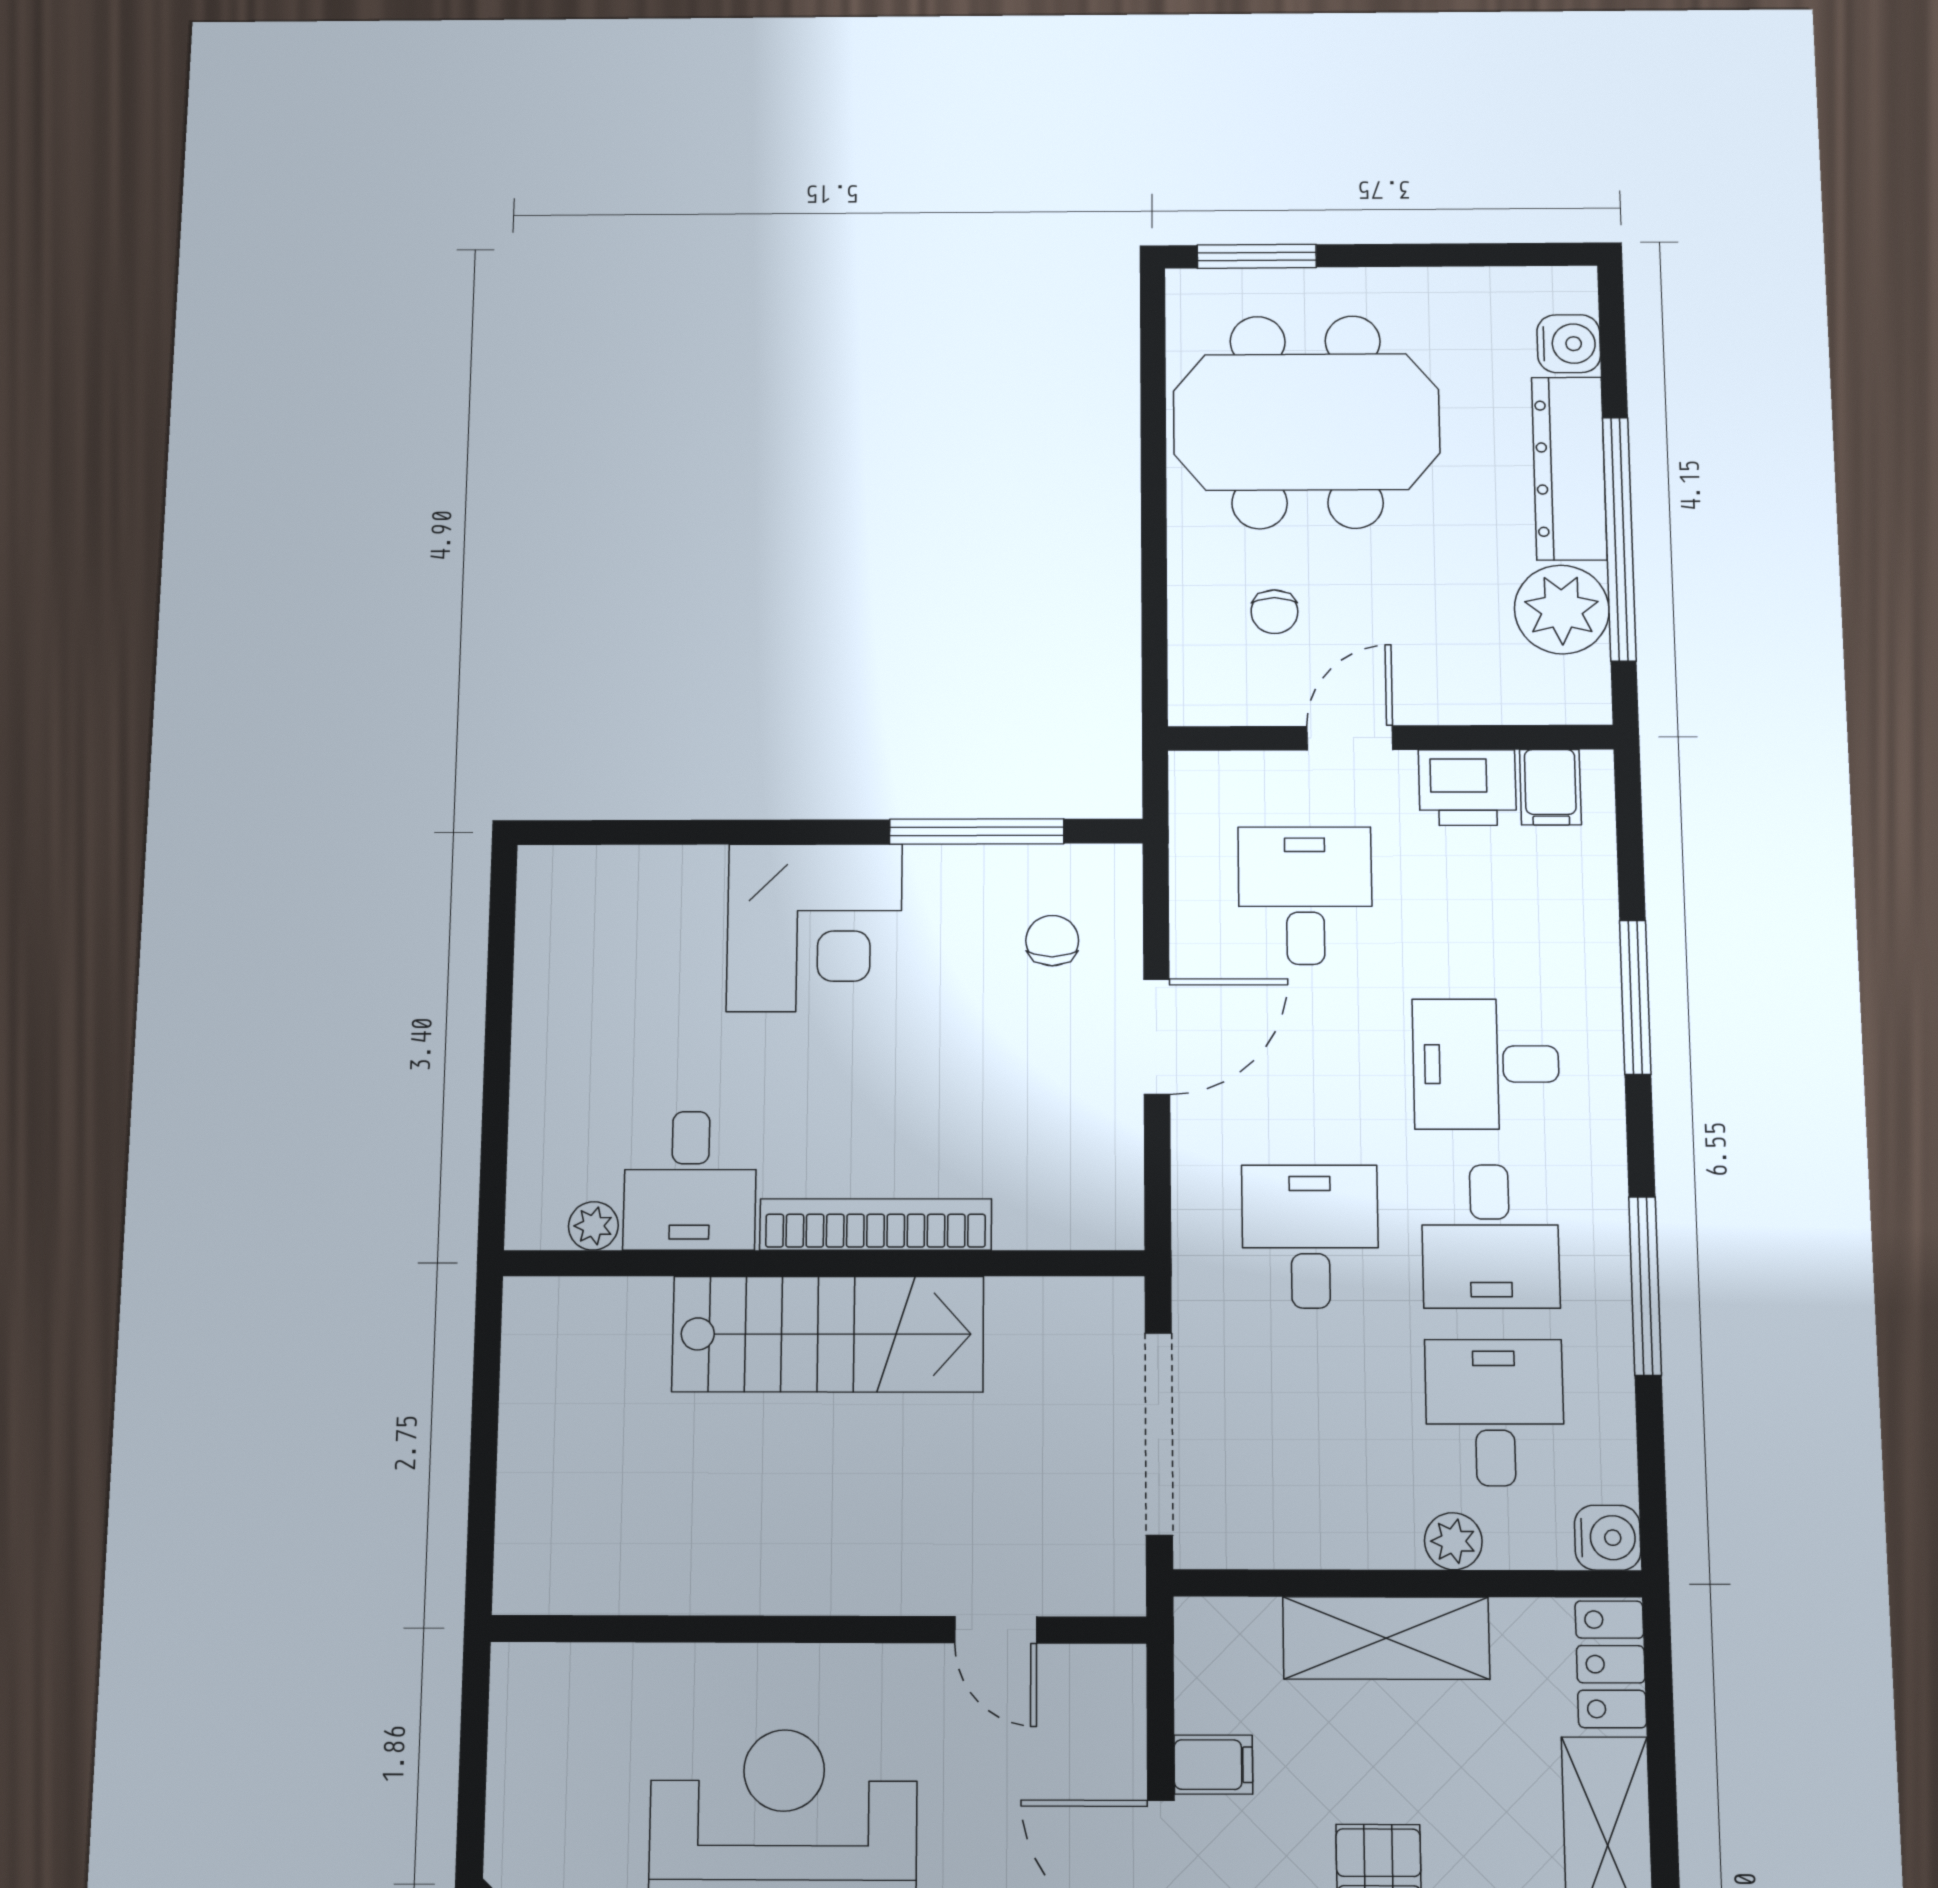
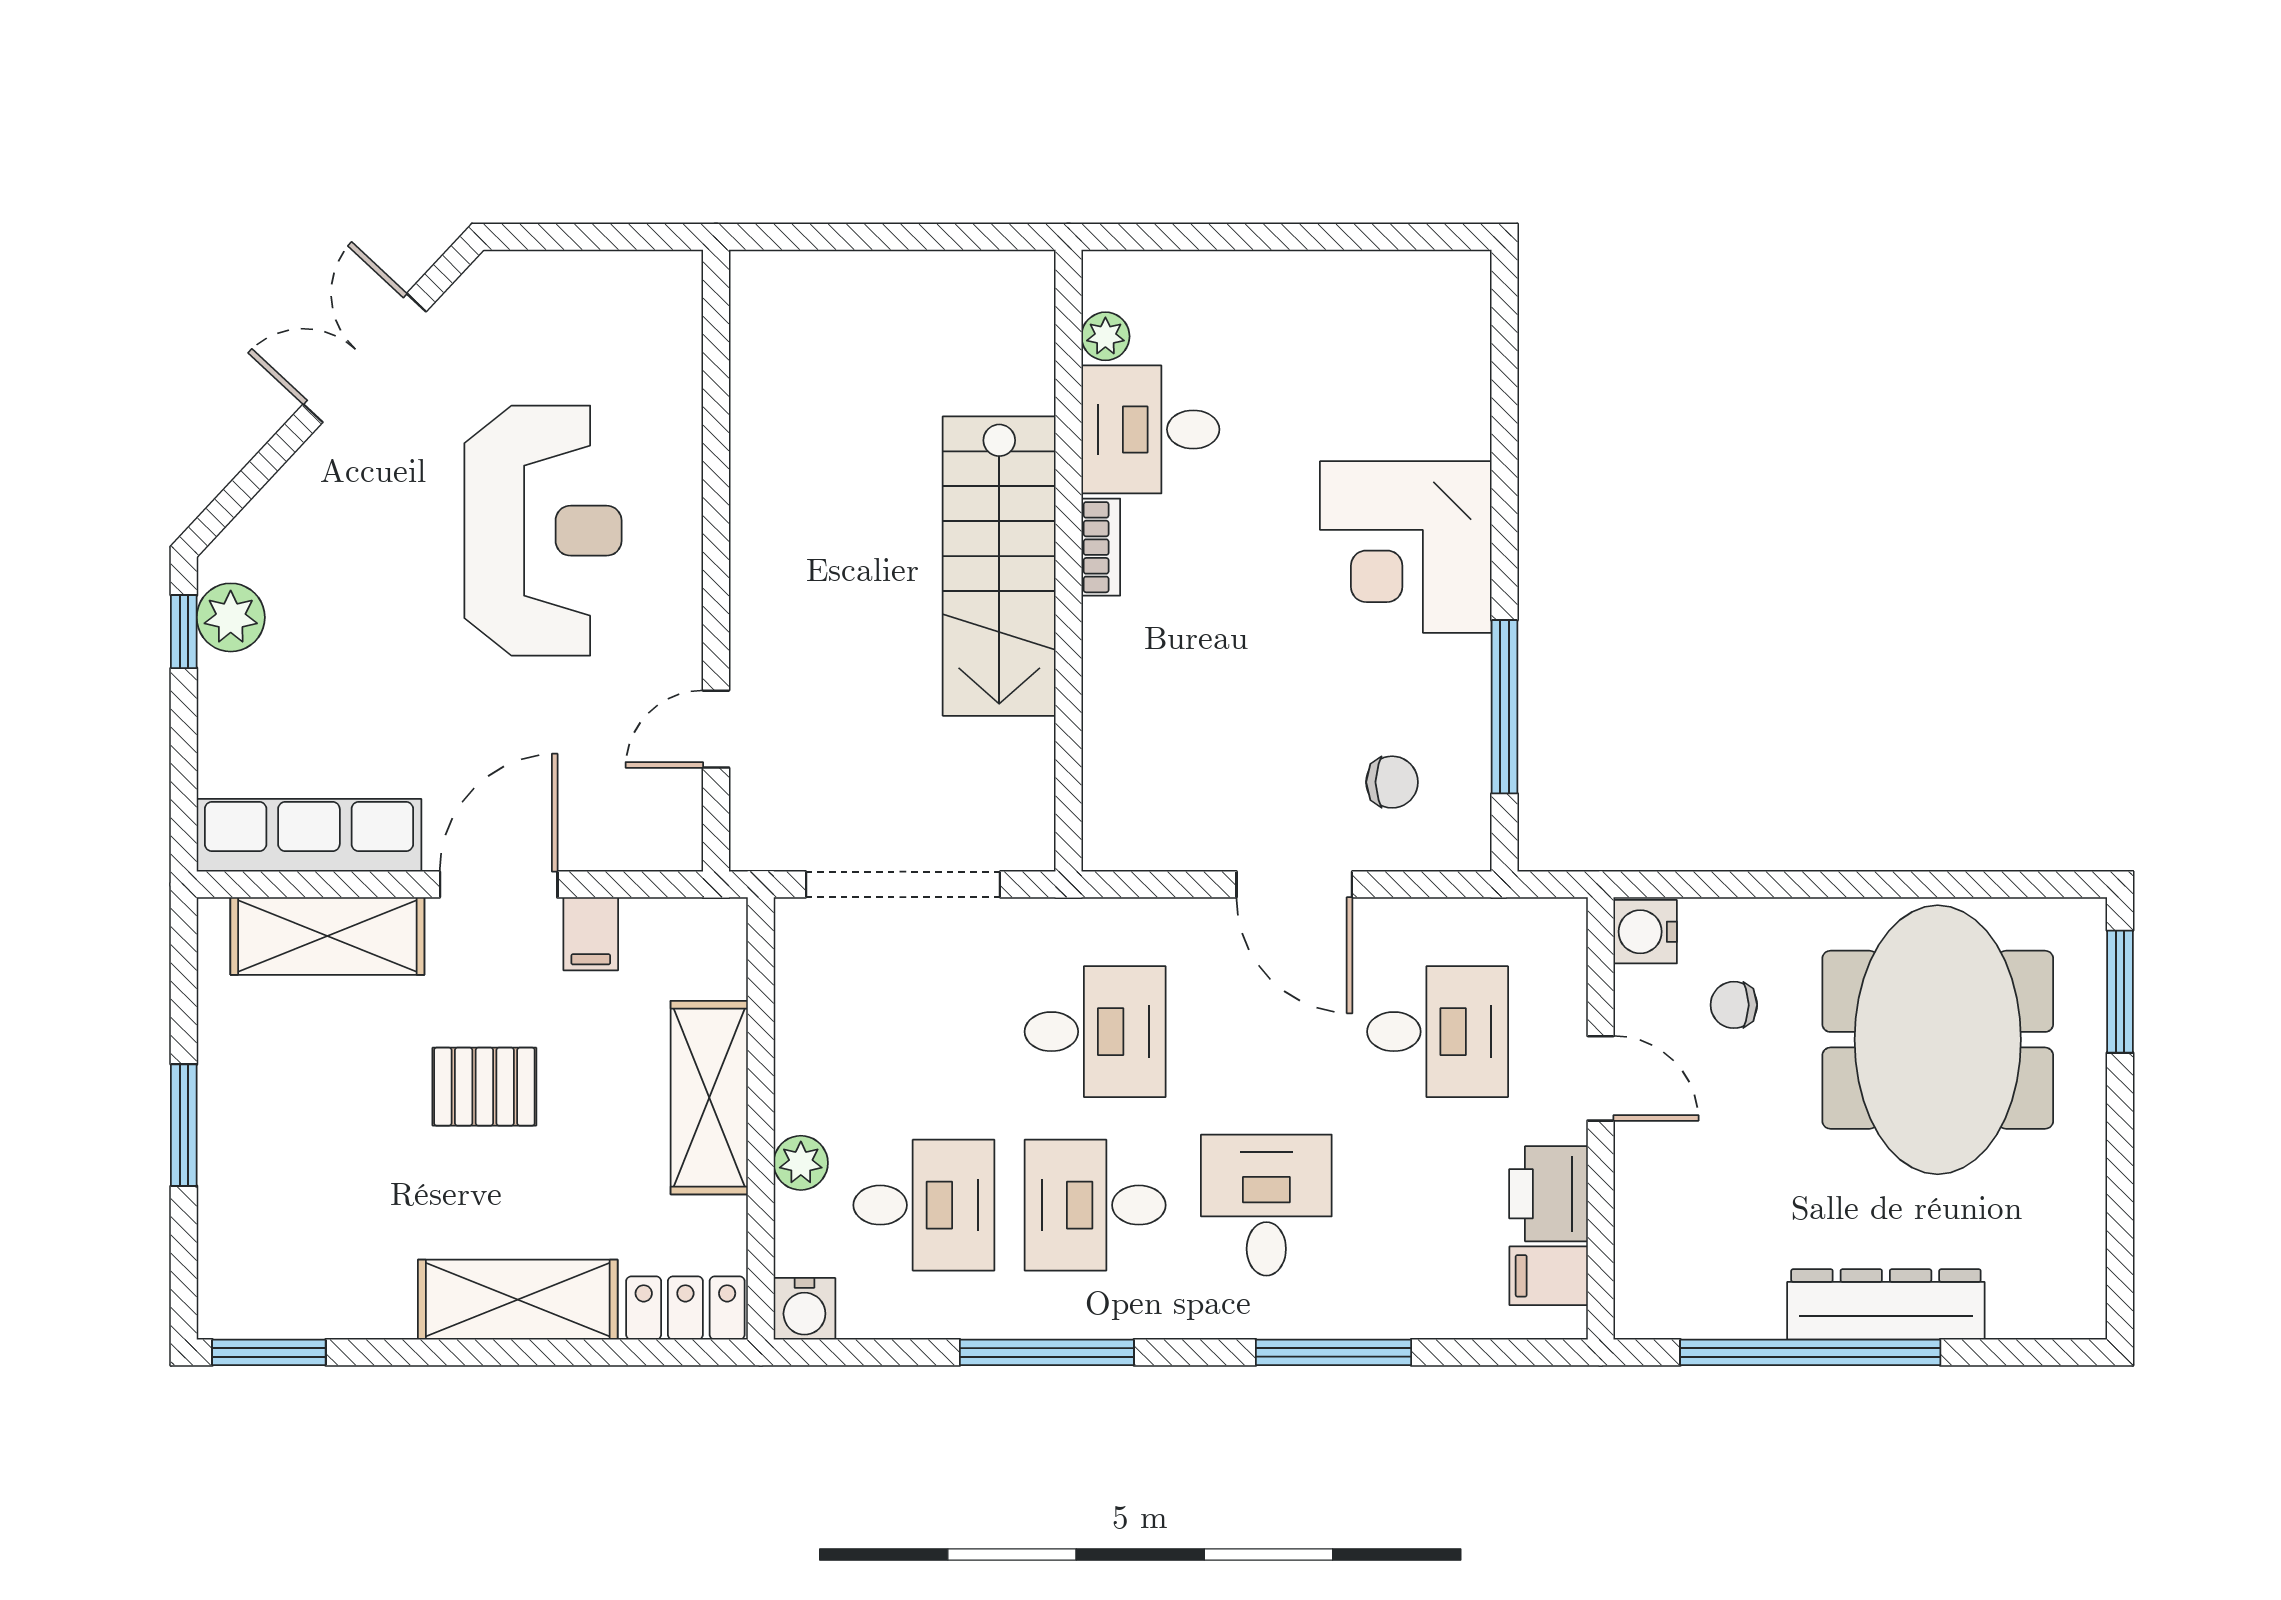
water cooler: (1569, 344) -> (1645, 932), moved, turned 90
plant: (1562, 609) -> (1735, 1292), removed
bookcase: (876, 1224) -> (1101, 547), width x0.43, depth x0.76

